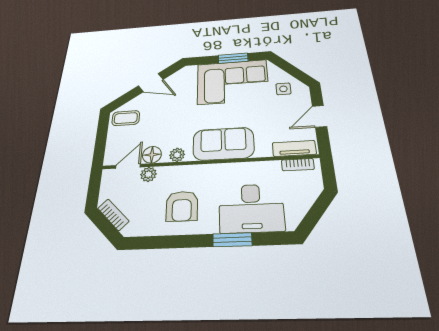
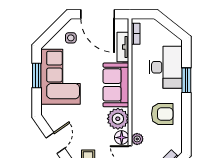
door: (319, 116) -> (98, 14), width x1.88
tv unit: (294, 148) -> (123, 47), moved
plant: (177, 155) -> (118, 119), width x1.88, depth x1.88

